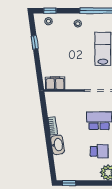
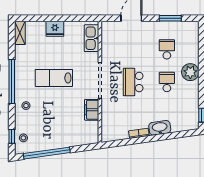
window: (35, 42) -> (47, 153), width x3.17
filing cabinet: (55, 83) -> (92, 110), moved

